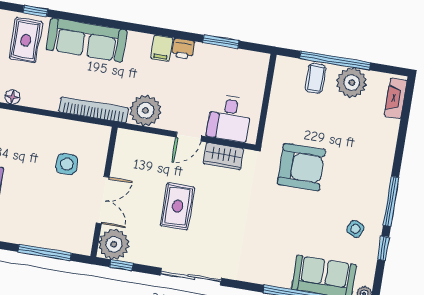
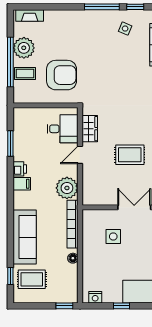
floor lamp: (12, 97) -> (73, 258), moved
door: (189, 136) -> (80, 155), swing flipped
armchair: (301, 167) -> (62, 75), moved, turned 90

